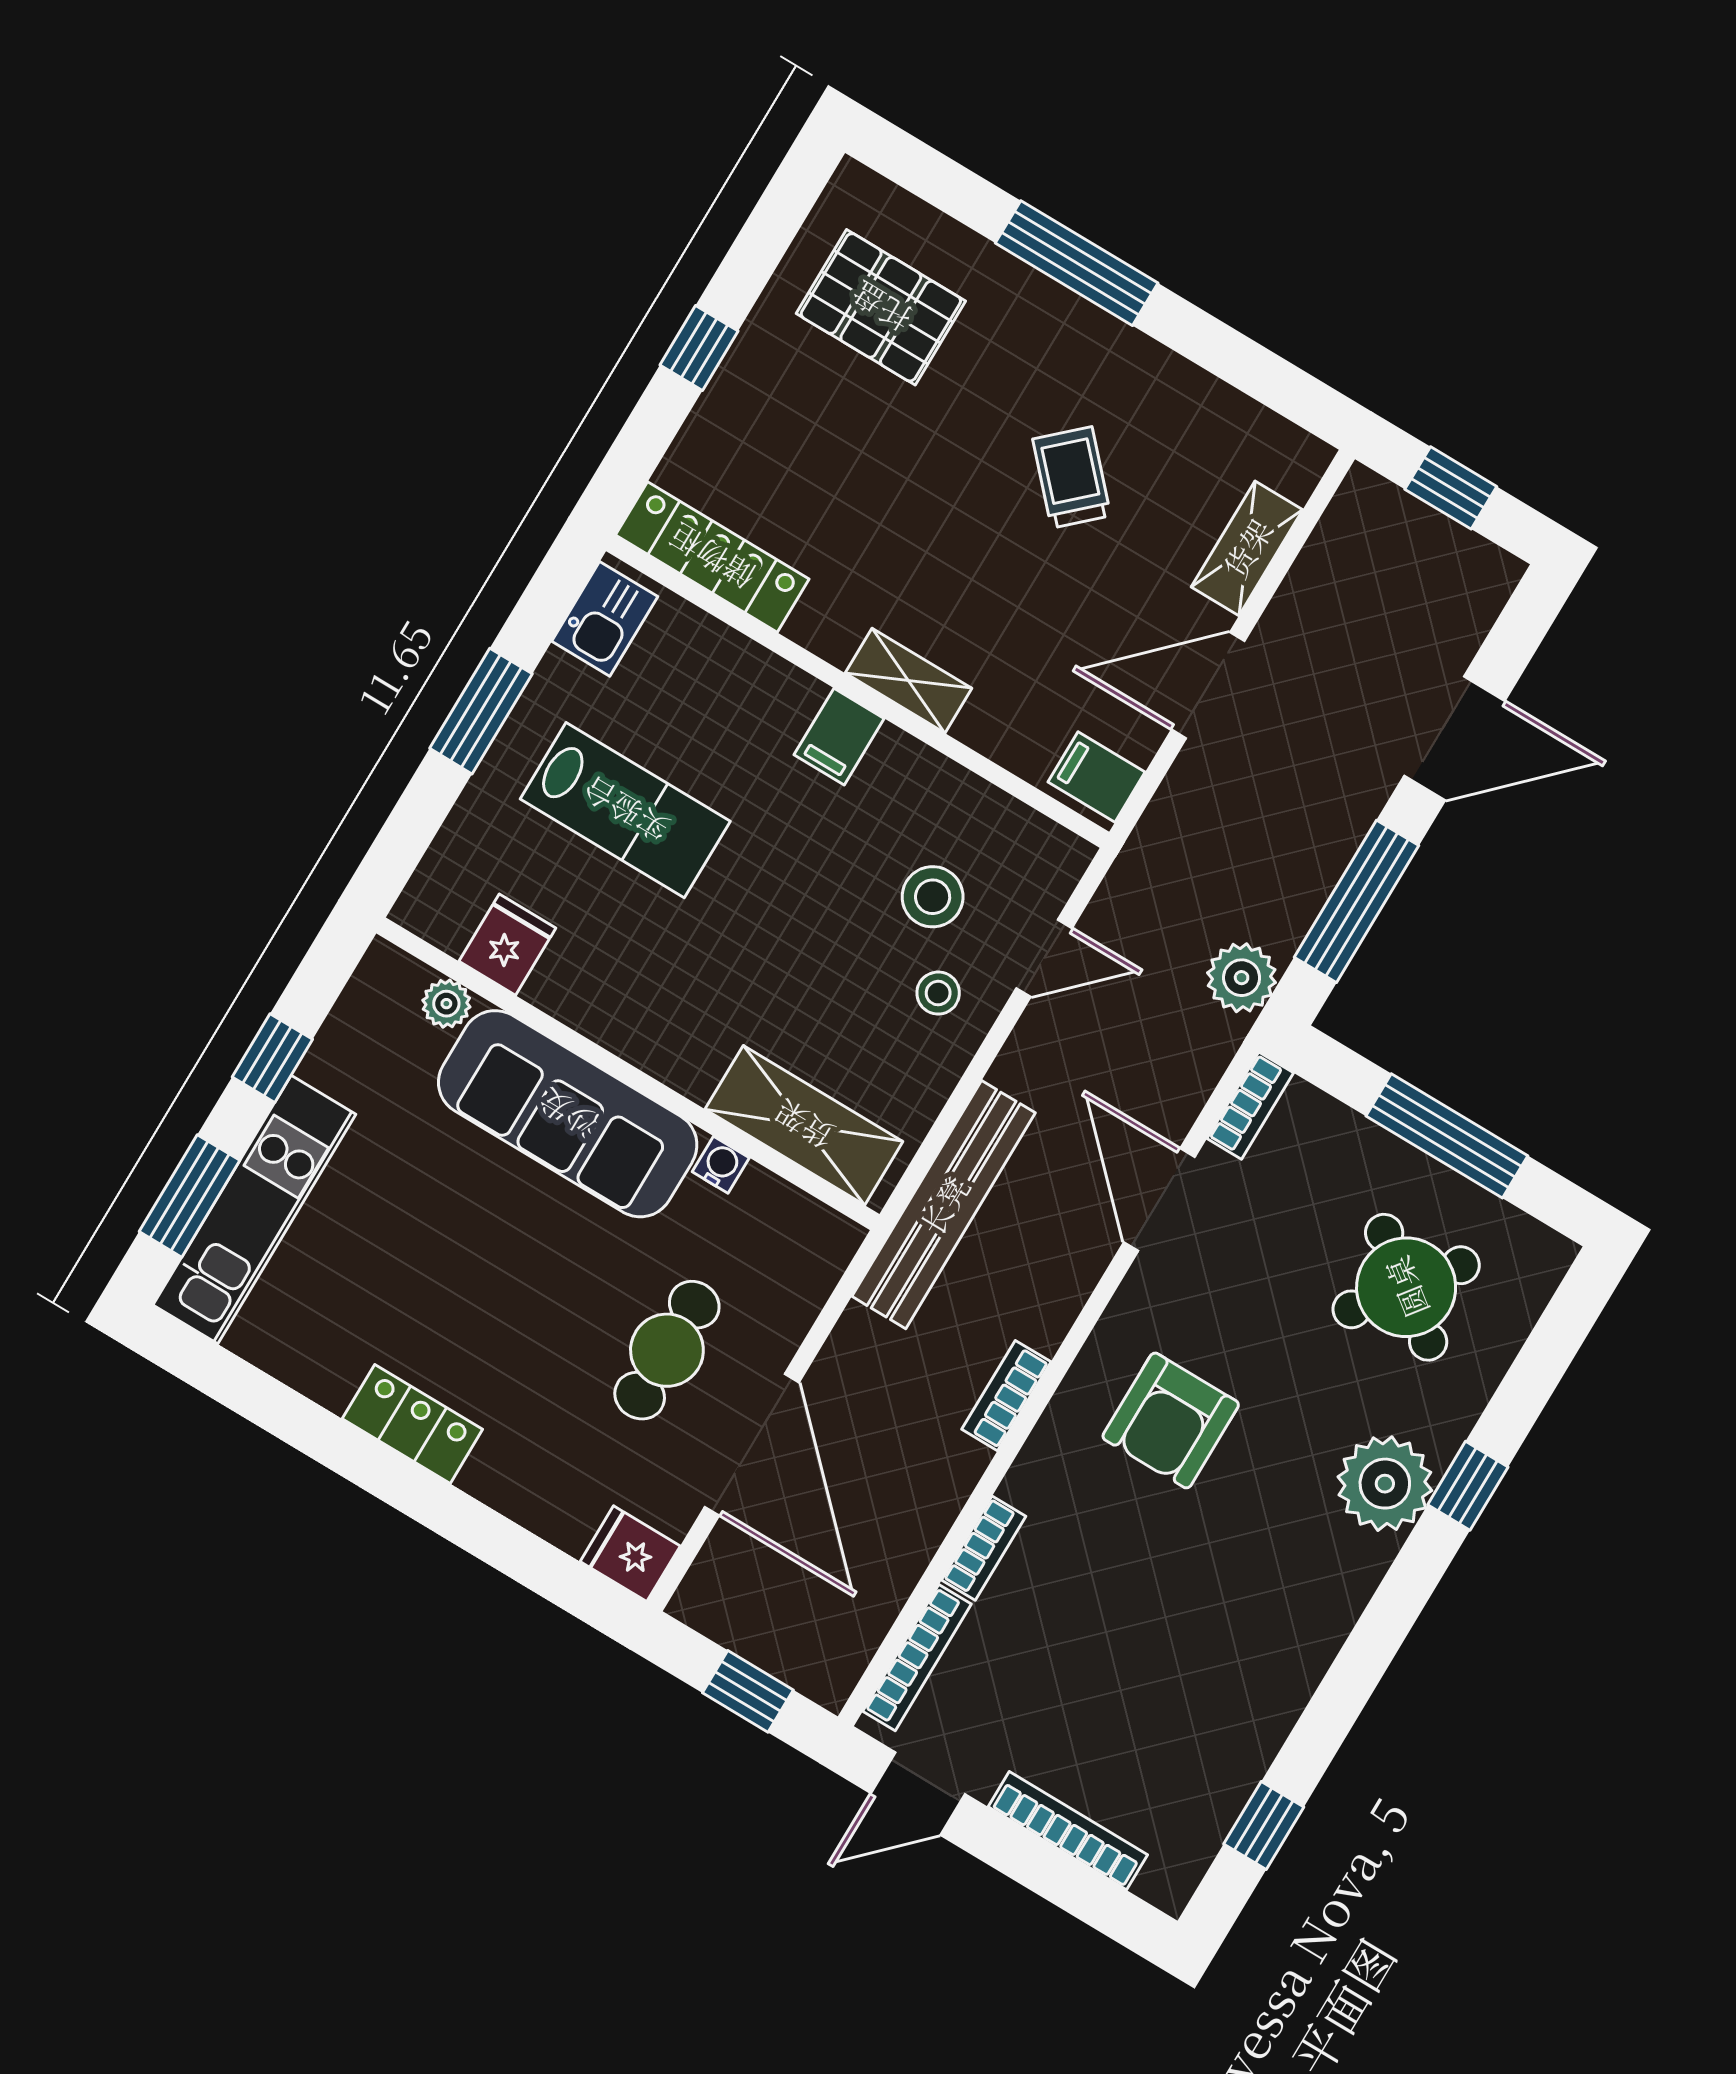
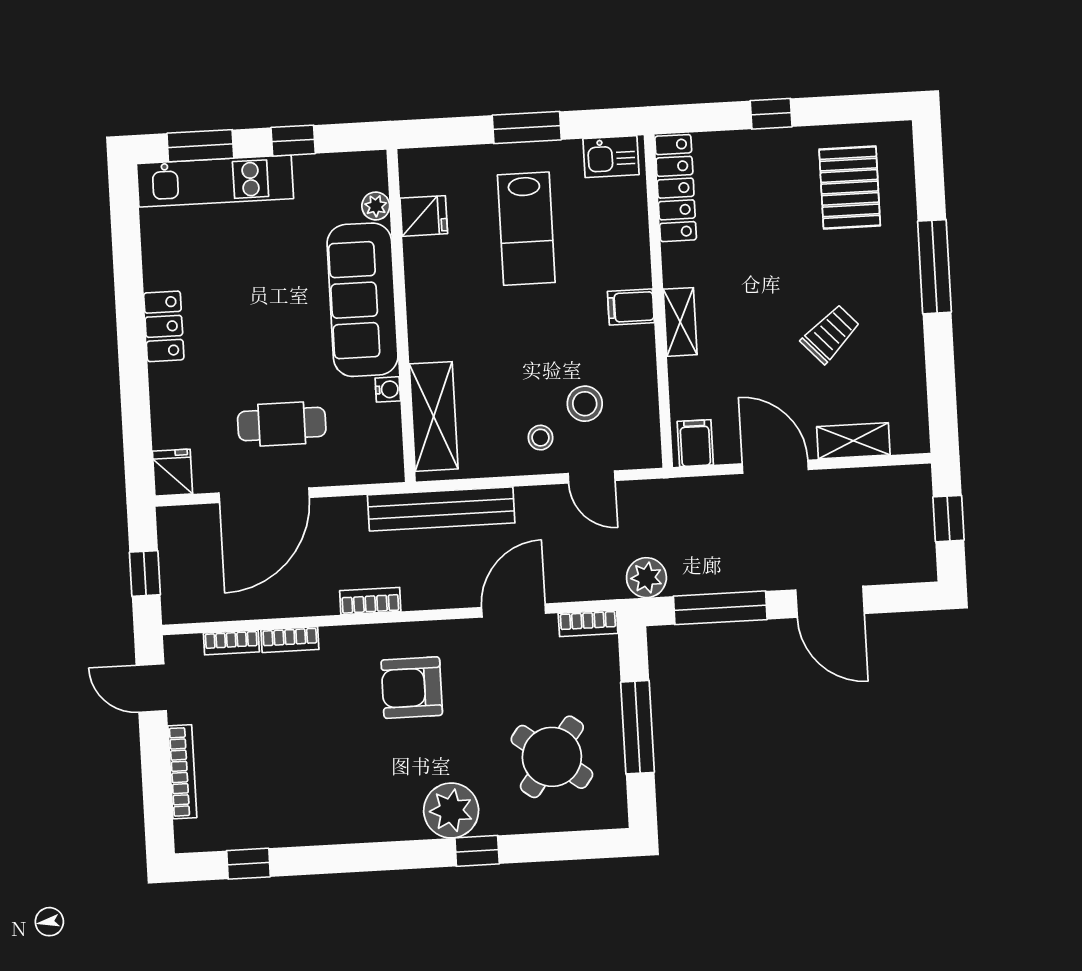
bookcase: (917, 1658) -> (231, 643), width x0.64

